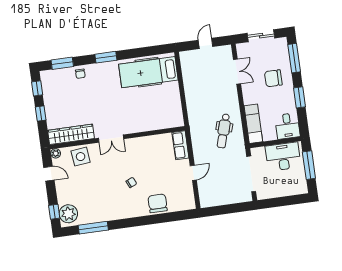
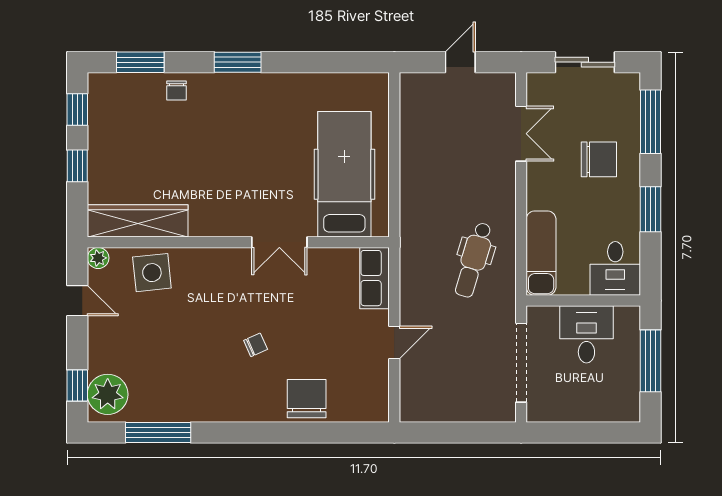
hospital bed: (148, 72) -> (344, 174), moved, turned 90
chair: (273, 78) -> (599, 159), turned 180
double door: (111, 139) -> (279, 242), moved
desk: (283, 157) -> (586, 334), width x0.73

